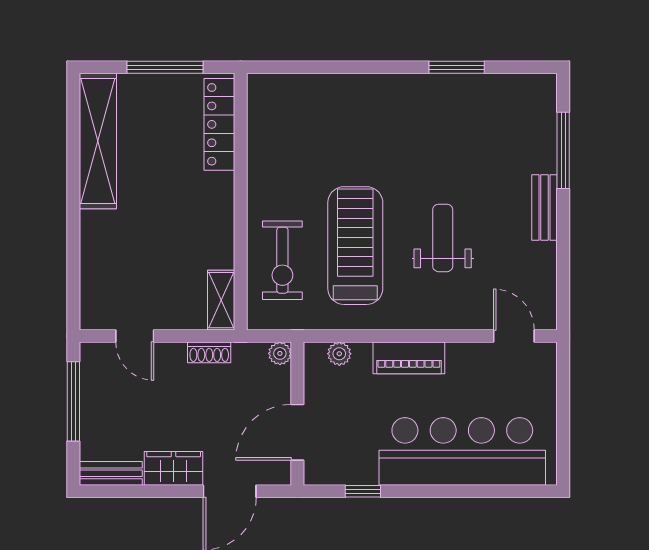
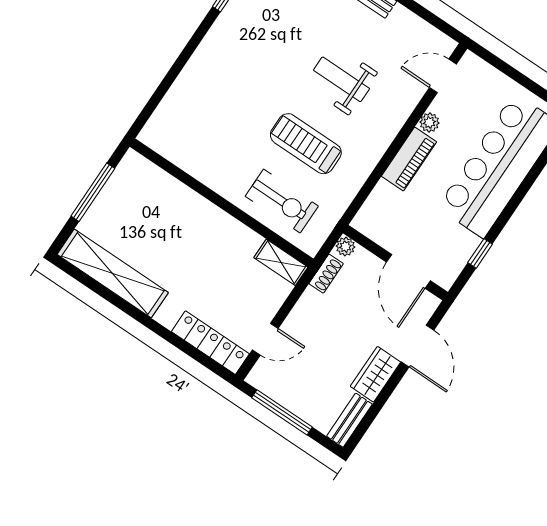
locker: (219, 124) -> (210, 343), moved, turned 180
treadmill: (355, 246) -> (306, 144), width x0.73, depth x0.73
shoe rack: (209, 352) -> (326, 274), moved
plant: (339, 354) -> (429, 122), moved

